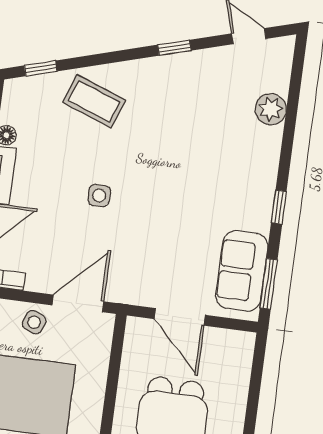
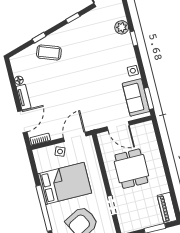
window: (41, 68) -> (39, 38), moved
side table: (99, 196) -> (133, 71), moved
window: (279, 207) -> (134, 39), moved

